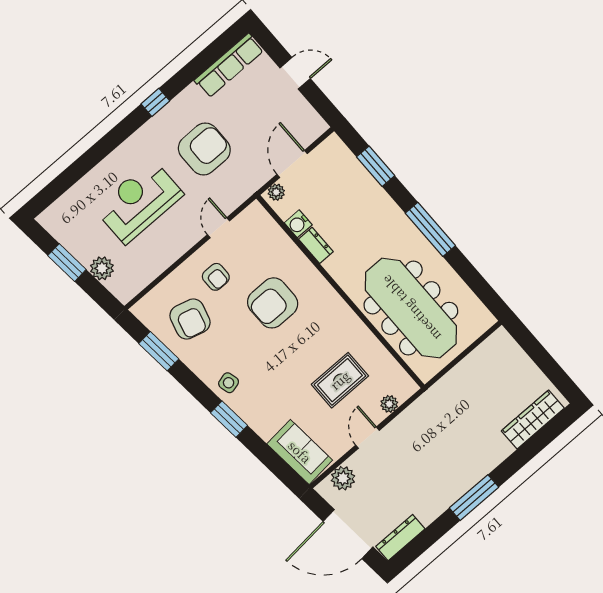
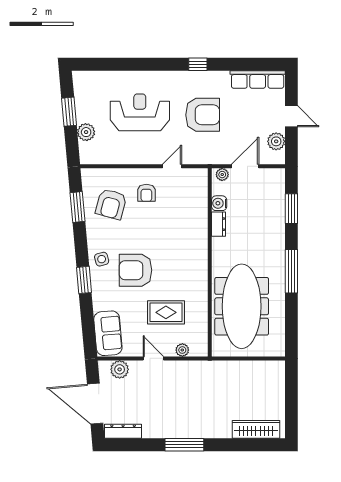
plant: (302, 112) -> (276, 141), added
armchair: (273, 303) -> (136, 270), moved
door: (367, 438) -> (153, 358), hinge flipped

